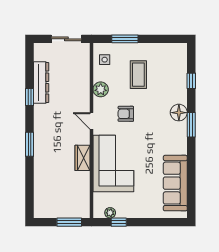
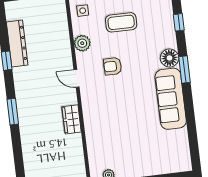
coffee table: (138, 75) -> (121, 22), turned 90
corner sofa: (113, 163) -> (106, 121), removed
sofa: (175, 183) -> (171, 99), moved

